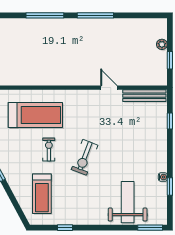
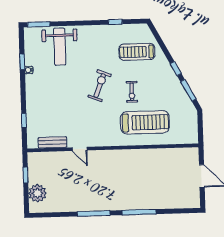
plant: (162, 44) -> (37, 193), width x1.88, depth x1.88
bench: (144, 96) -> (53, 142), width x0.73
treadmill: (35, 115) -> (145, 122), turned 180
treadmill: (42, 194) -> (137, 52), turned -90

